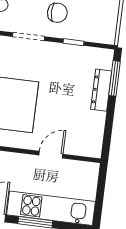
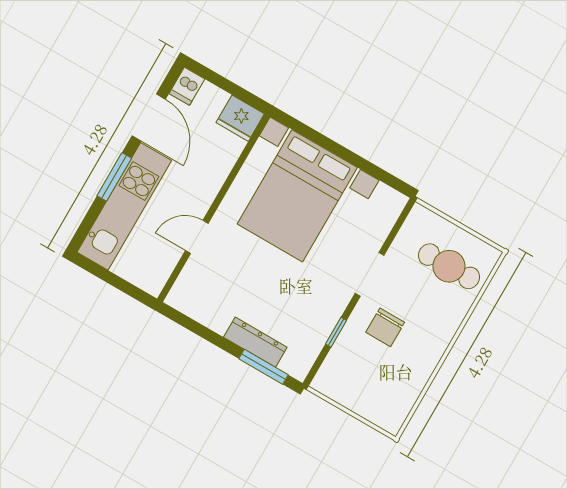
door: (51, 155) -> (197, 237), swing flipped

